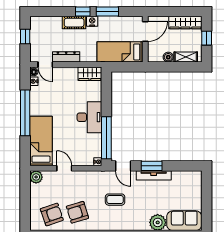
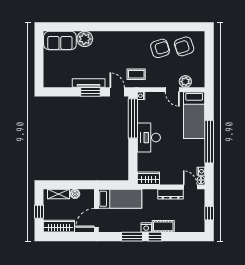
plant: (36, 177) -> (185, 82), moved
coffee table: (115, 200) -> (136, 74), moved

